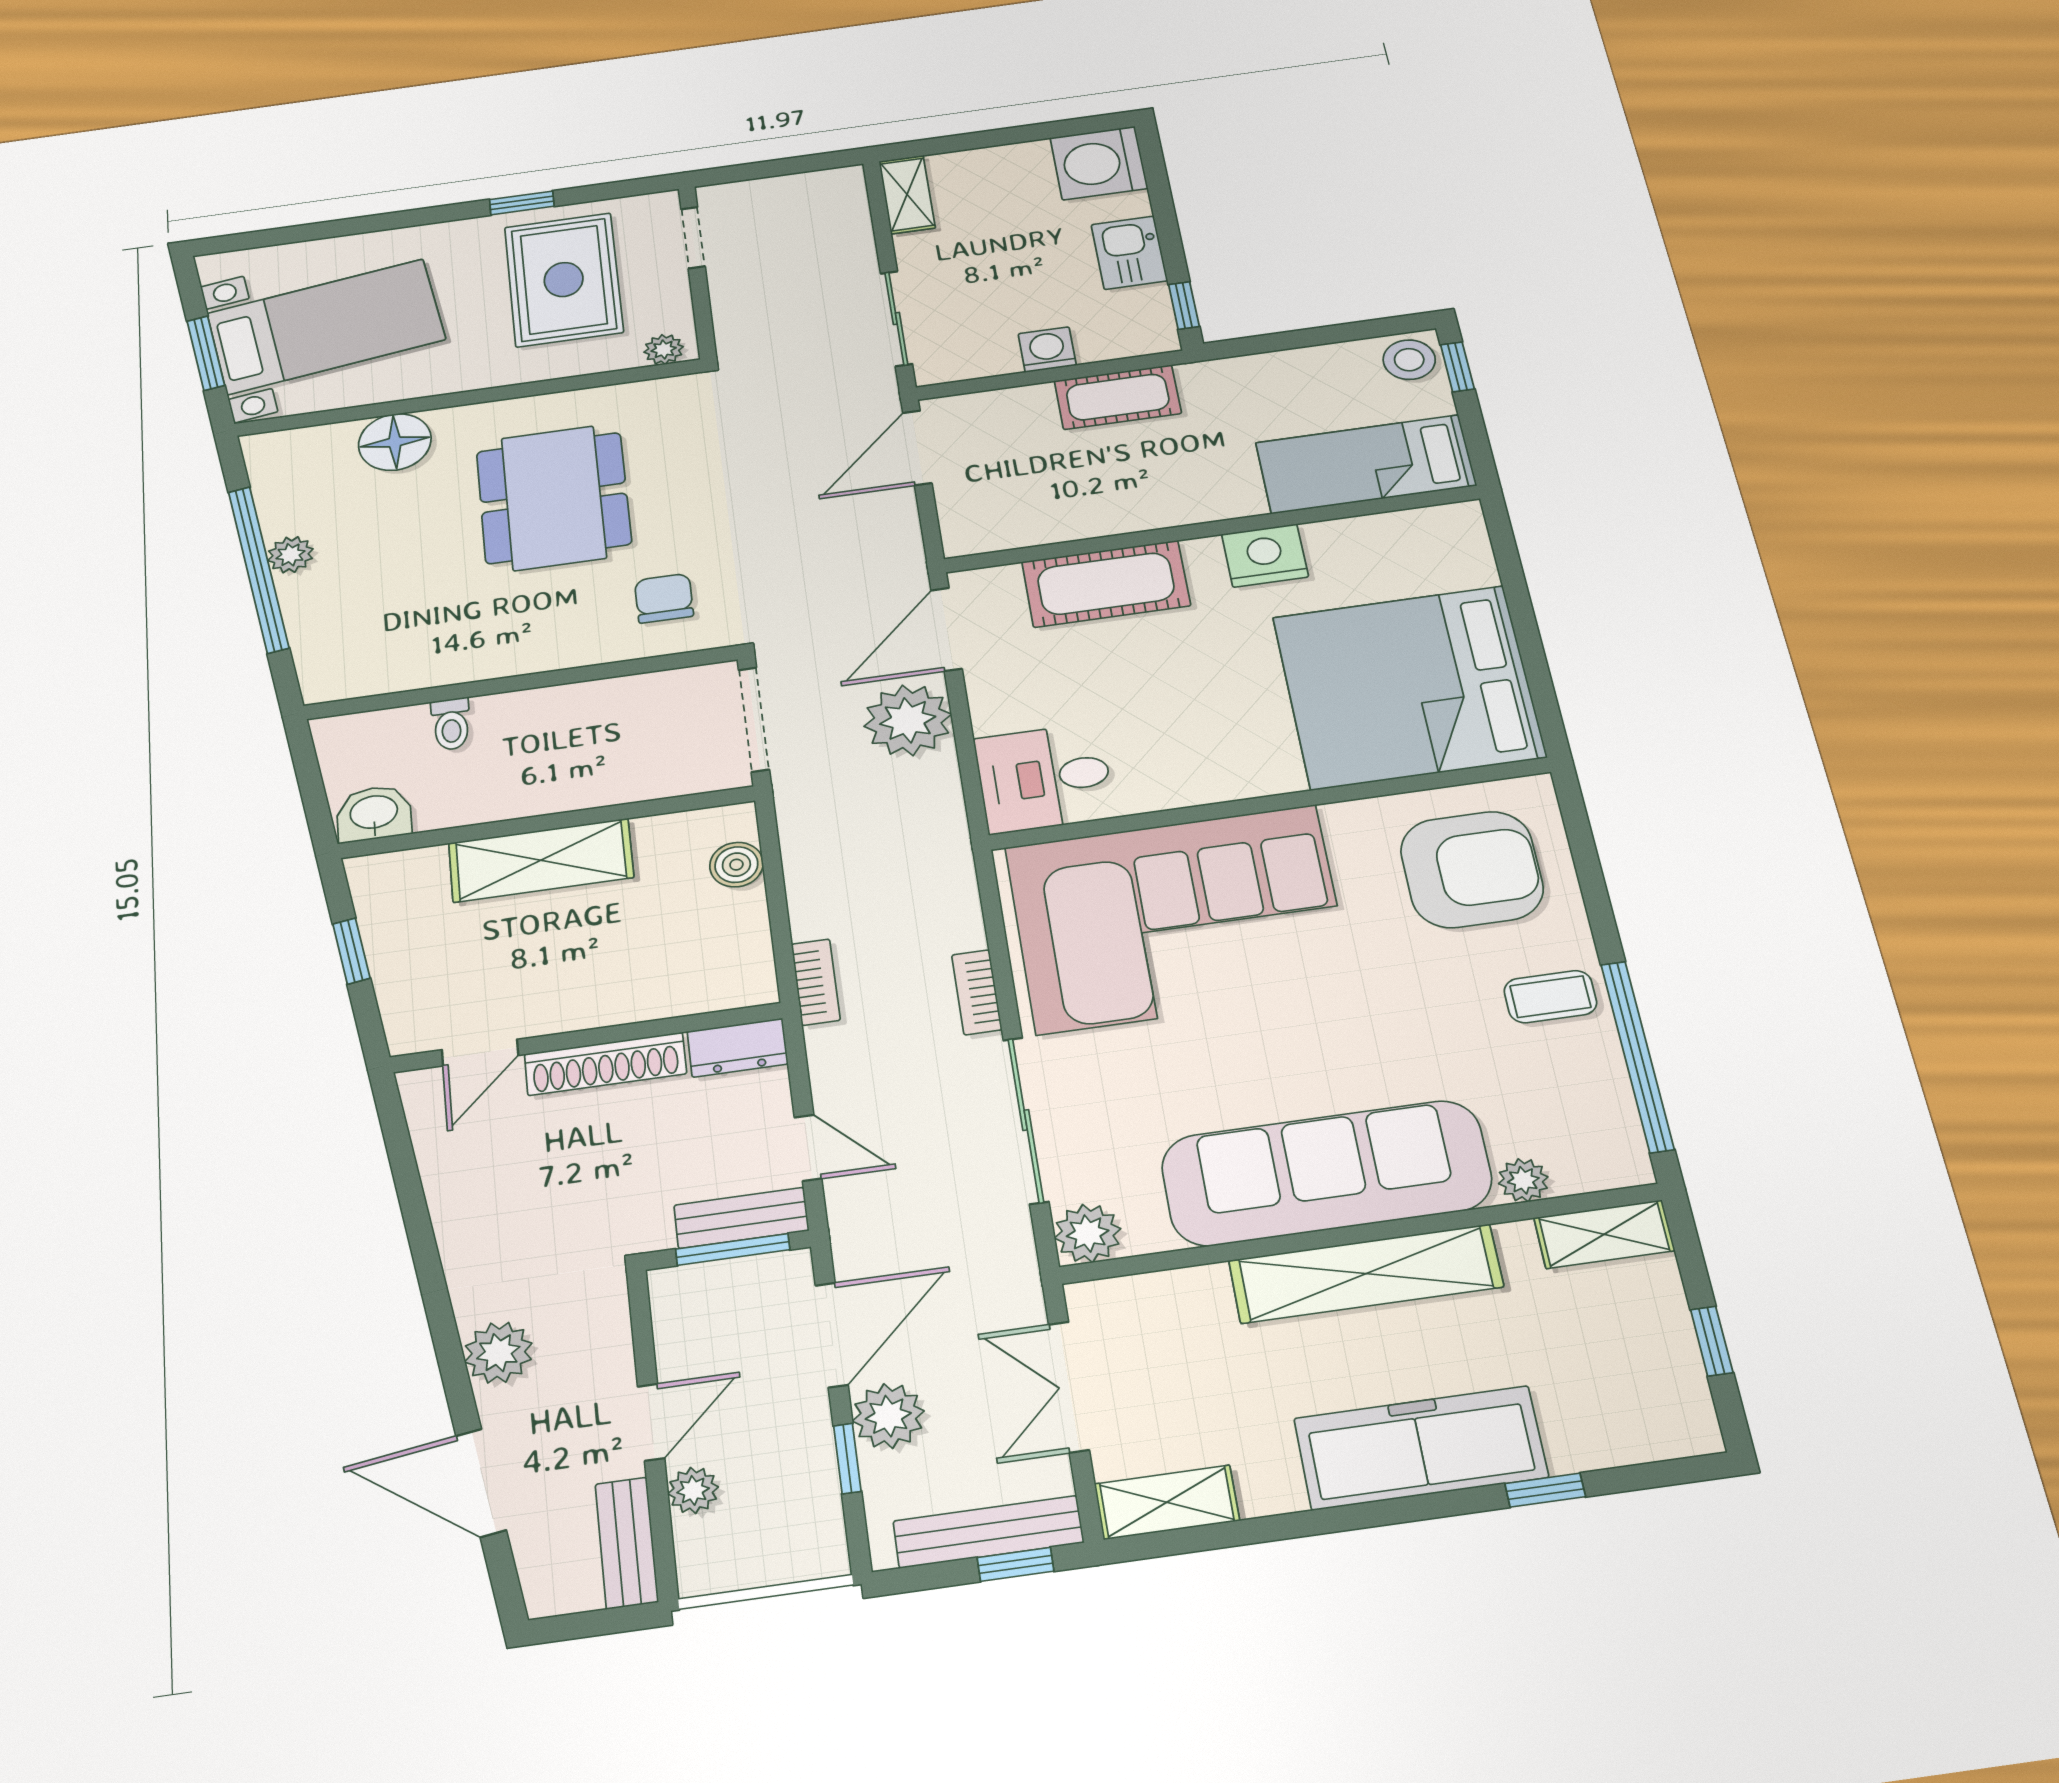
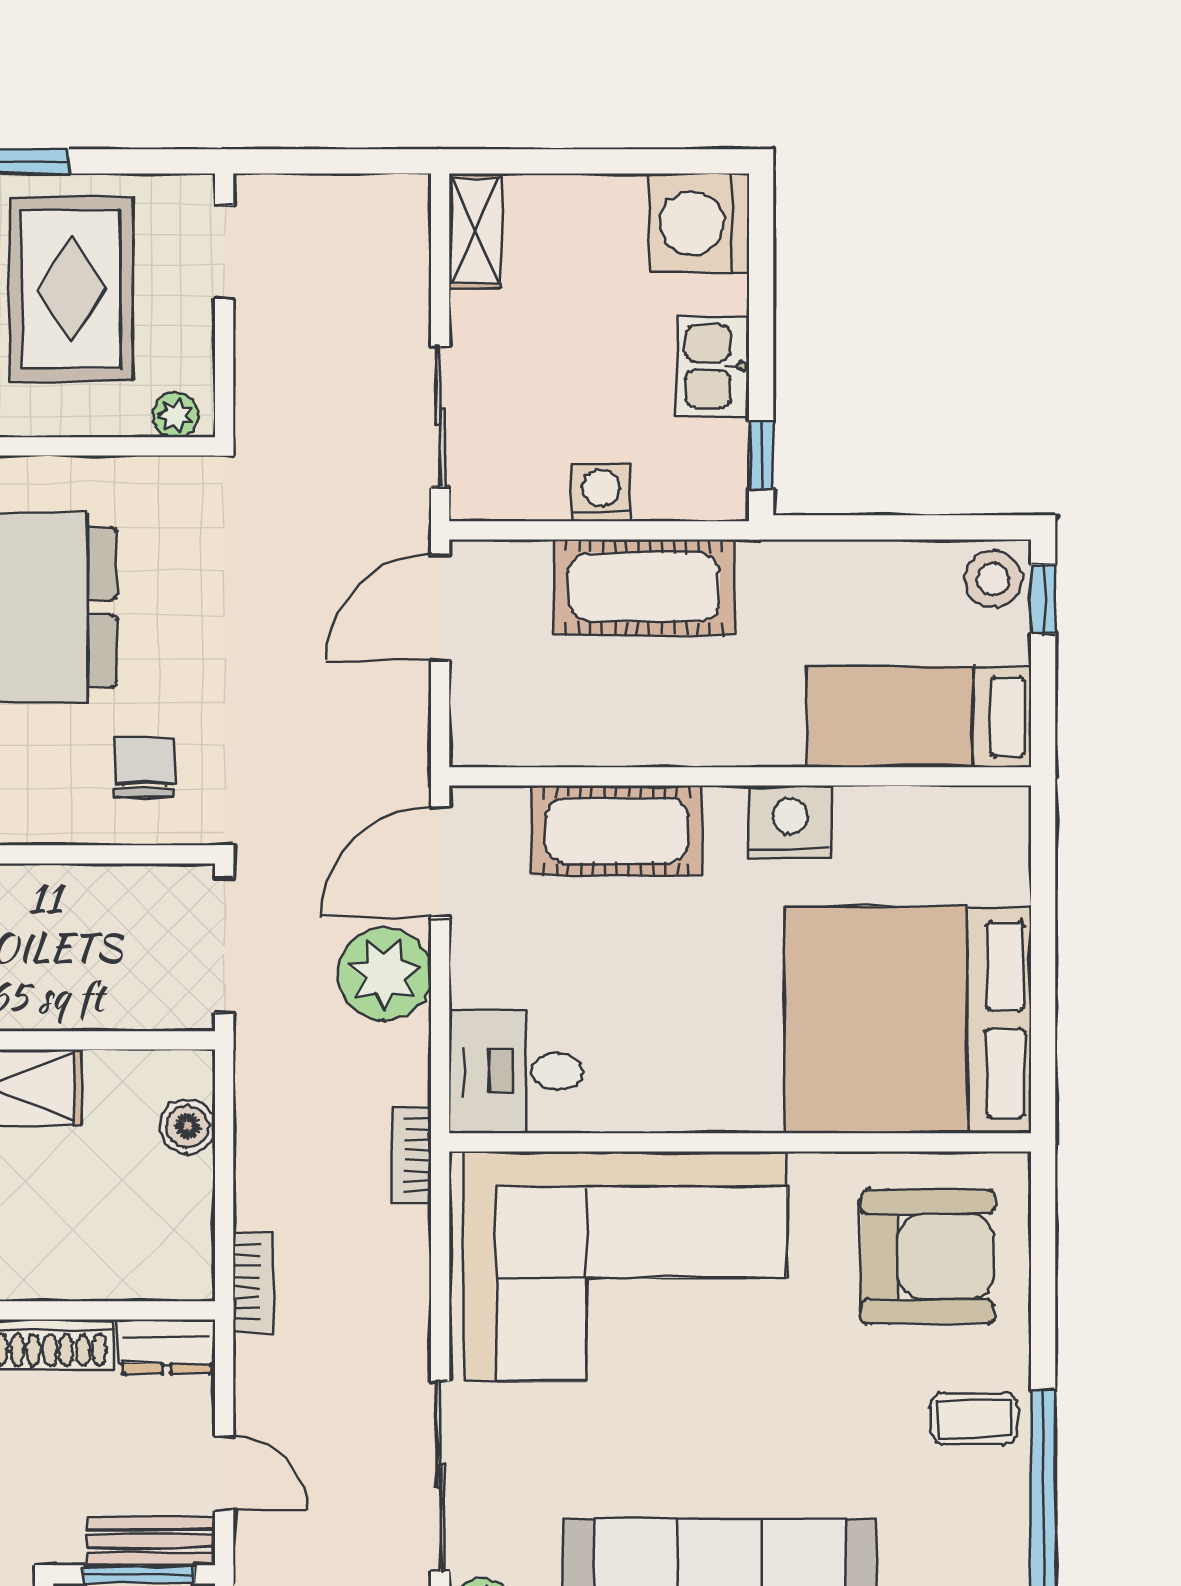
cot: (1118, 397) -> (644, 587), width x1.37, depth x1.34
bookcase: (977, 992) -> (412, 1155), moved

